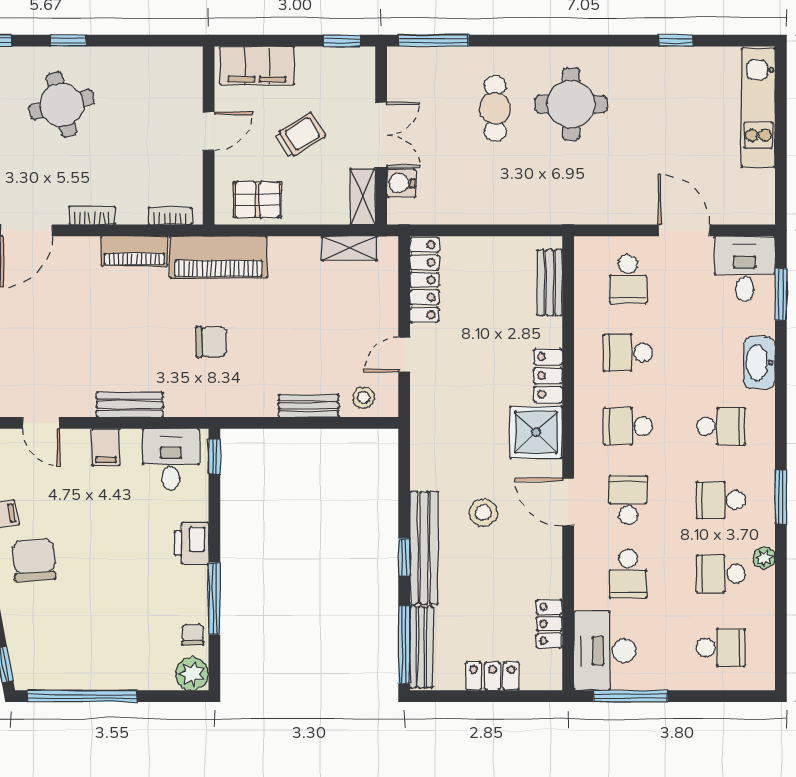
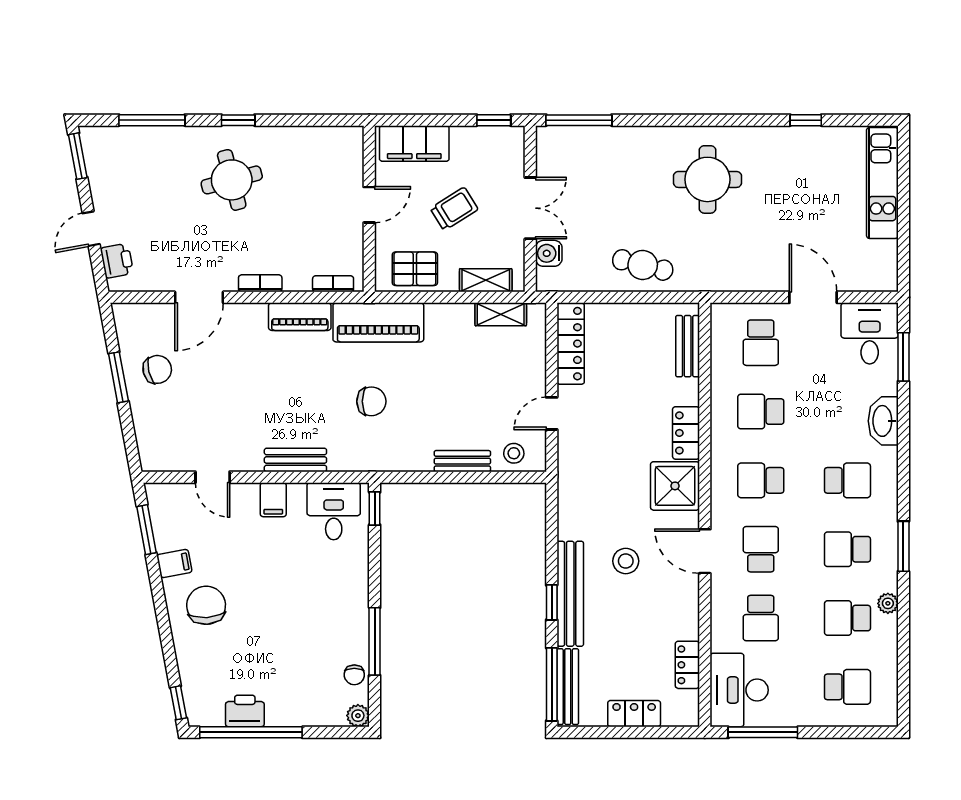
cafe table: (495, 108) -> (643, 265), moved, turned -76
shelving: (363, 197) -> (486, 280), moved, turned 90
printer: (192, 543) -> (245, 711), moved, turned 90
chair: (193, 635) -> (354, 675), turned 180
plant: (192, 674) -> (358, 716), width x0.73, depth x0.73

